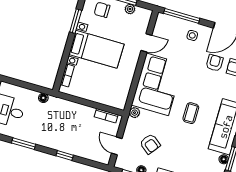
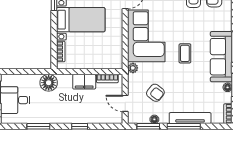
floor lamp: (43, 98) -> (49, 83), width x1.89, depth x1.89
filing cabinet: (82, 112) -> (84, 82), added

